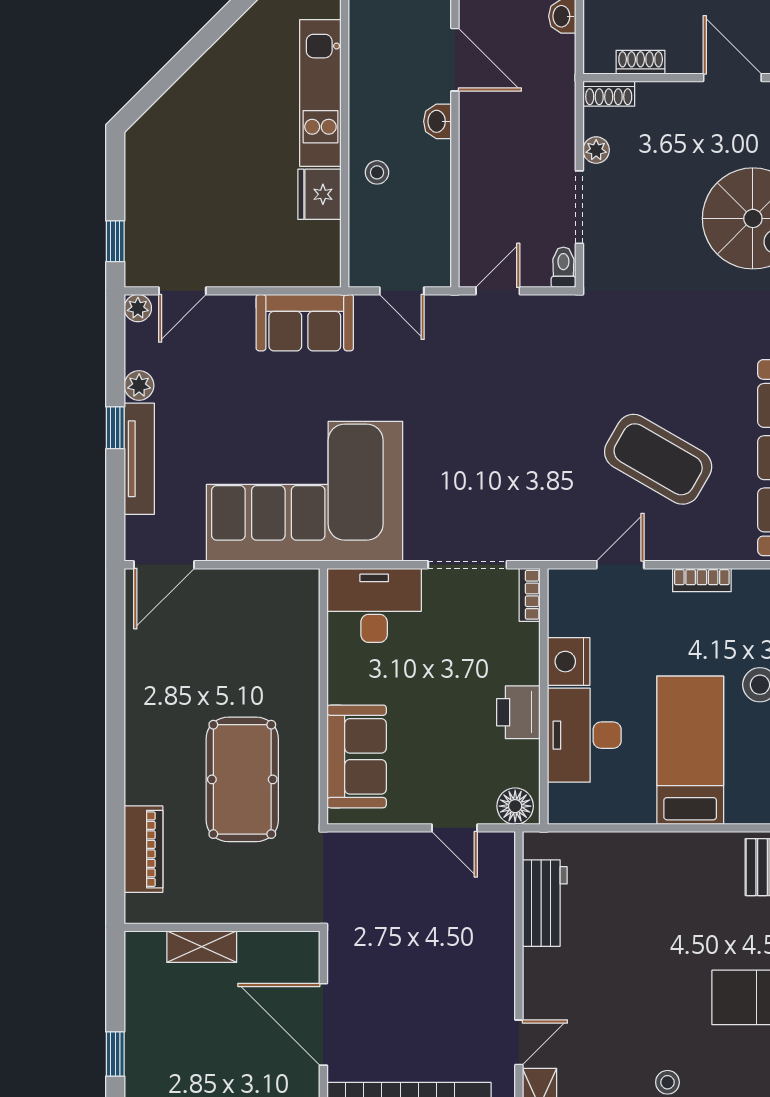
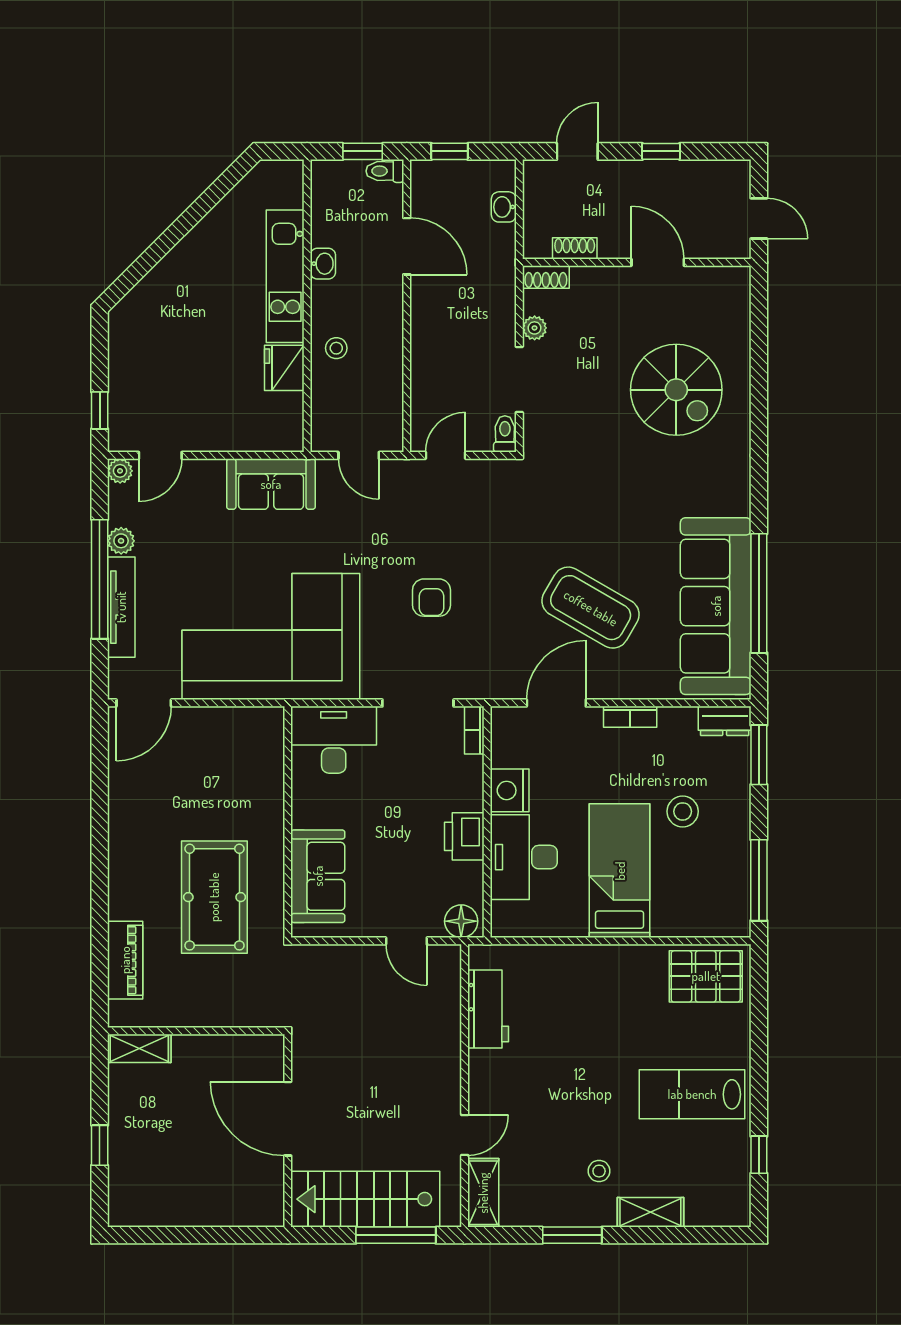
washbasin: (437, 121) -> (323, 264), moved, turned 180
window: (115, 428) -> (100, 579), width x3.17
armchair: (482, 448) -> (431, 598), added
door: (620, 565) -> (556, 703), width x1.38
shelving: (202, 947) -> (139, 1048), moved

